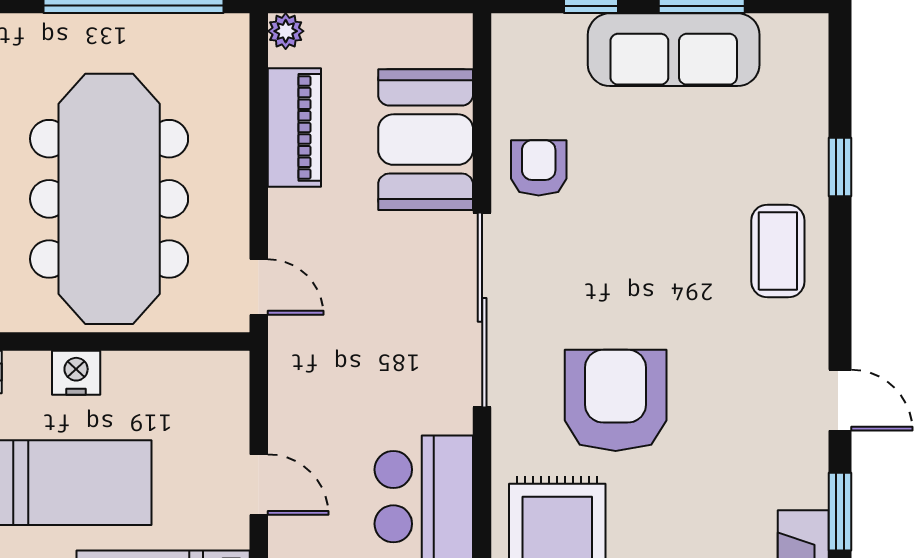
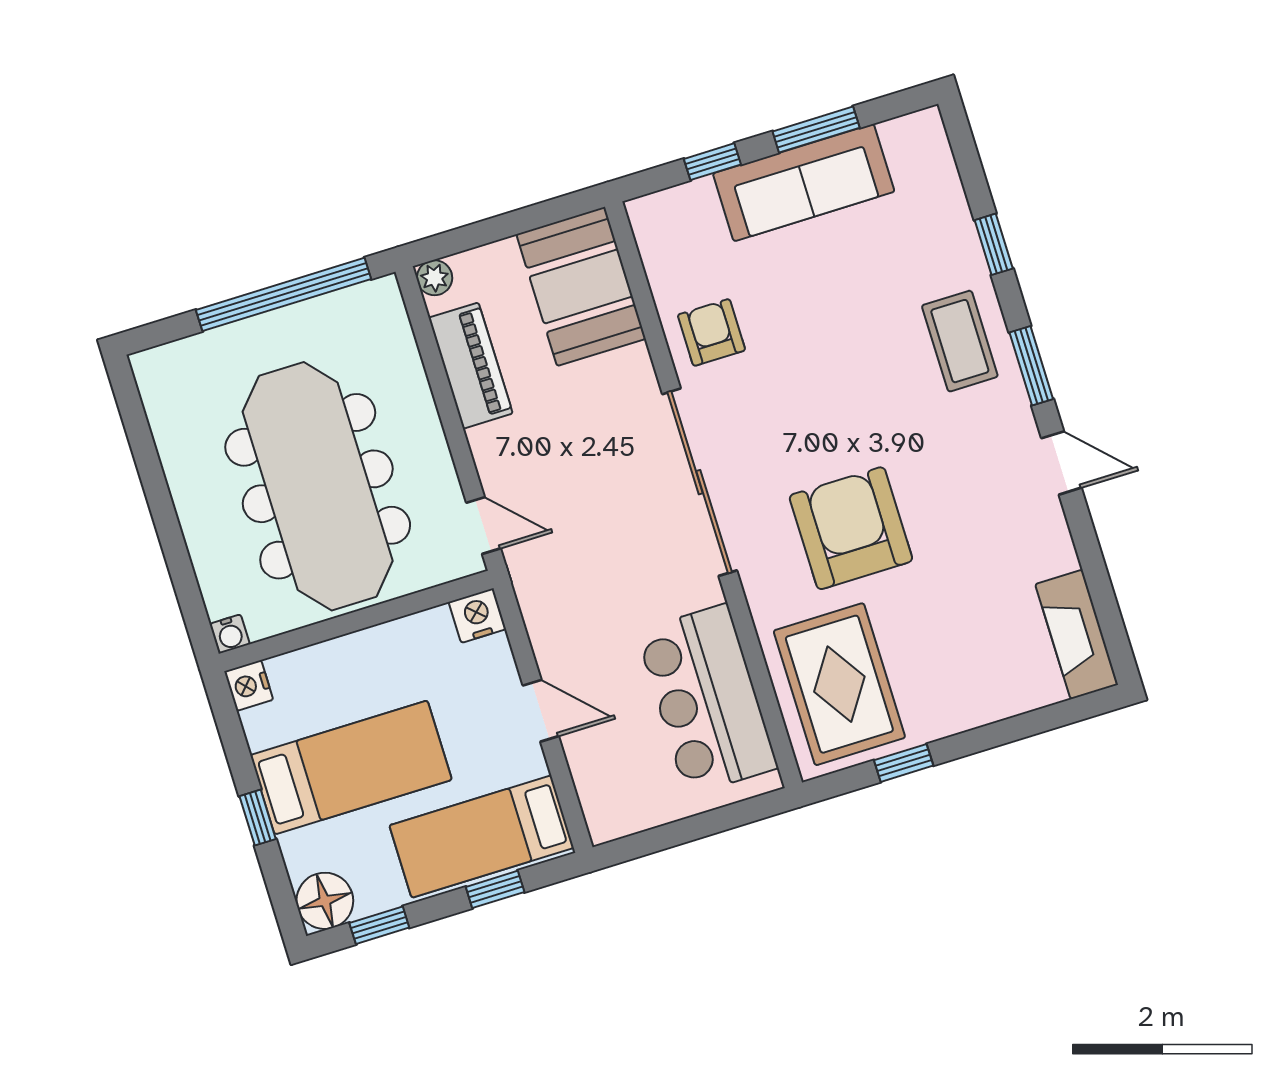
booth: (426, 140) -> (581, 286), moved
nightstand: (76, 373) -> (477, 615), moved
window: (840, 512) -> (1031, 366), moved

